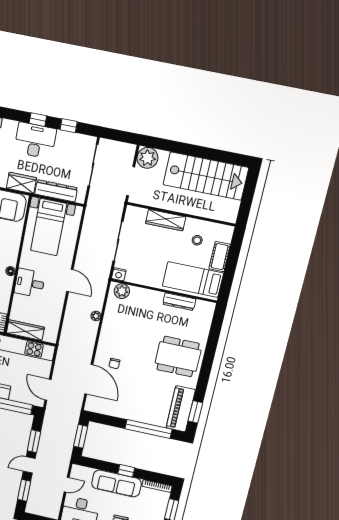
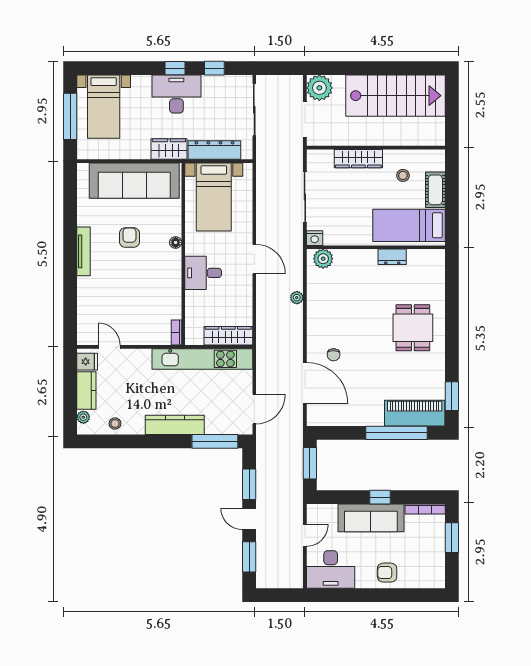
floor lamp: (11, 271) -> (176, 242), moved
dresser: (179, 302) -> (392, 257), width x0.70
wardrobe: (25, 330) -> (228, 336), moved
dining table: (178, 357) -> (413, 328), width x0.73
door: (48, 390) -> (254, 409), swing flipped
piano: (181, 409) -> (415, 413), moved, turned 90
door: (29, 465) -> (249, 519), hinge flipped

